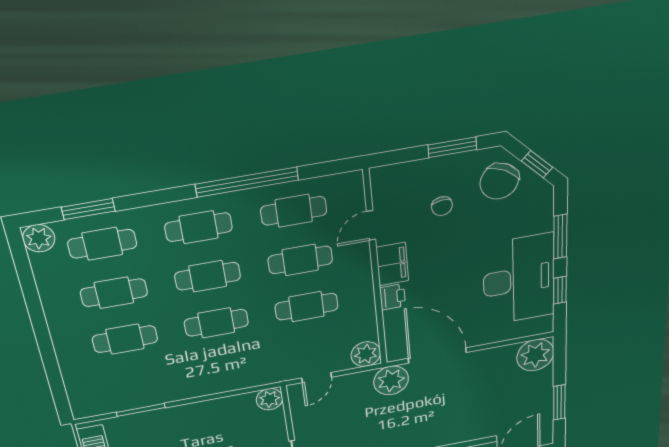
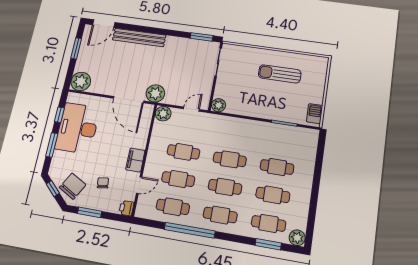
printer: (393, 297) -> (126, 208), moved

